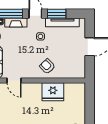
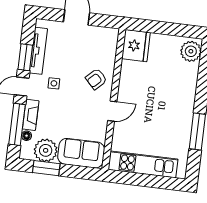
door: (14, 81) -> (112, 111), moved
fridge: (53, 92) -> (136, 46), moved

